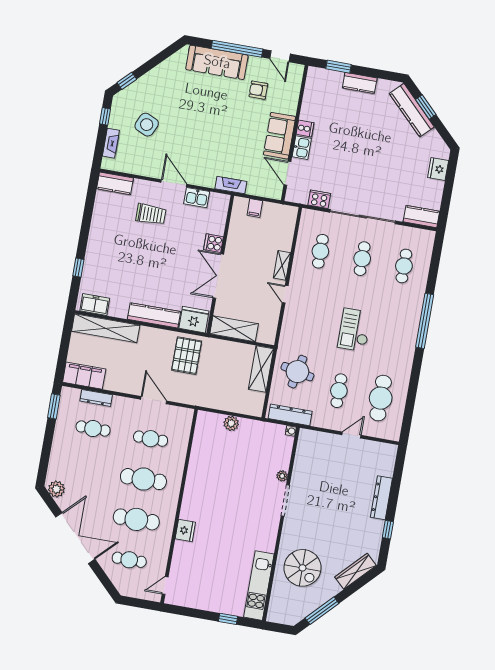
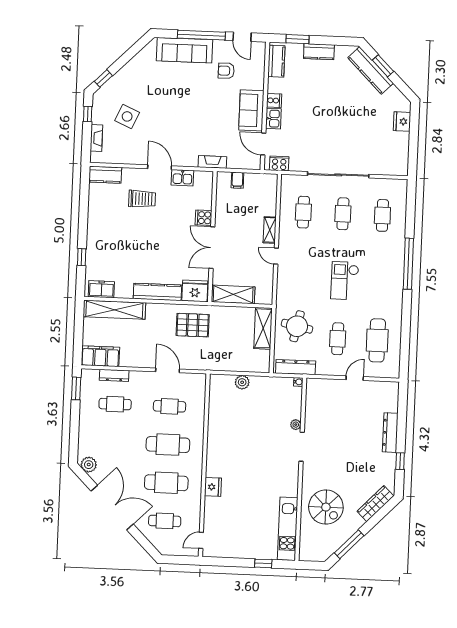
cooker: (319, 199) -> (279, 163), moved
kitchen counter: (421, 217) -> (276, 61), moved, turned 90
pallet: (187, 356) -> (193, 325), turned 90

